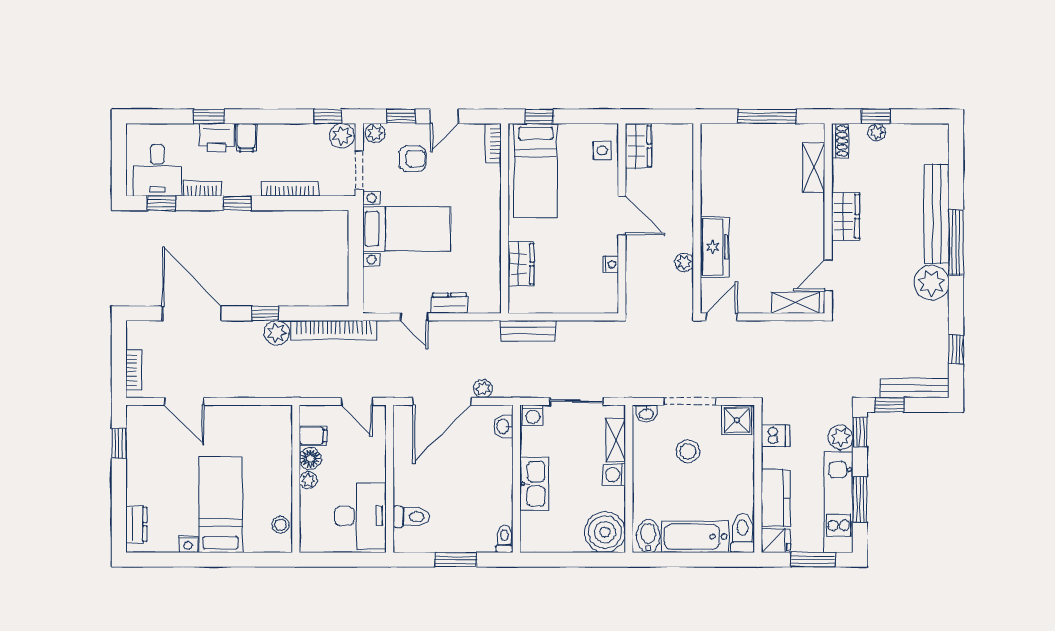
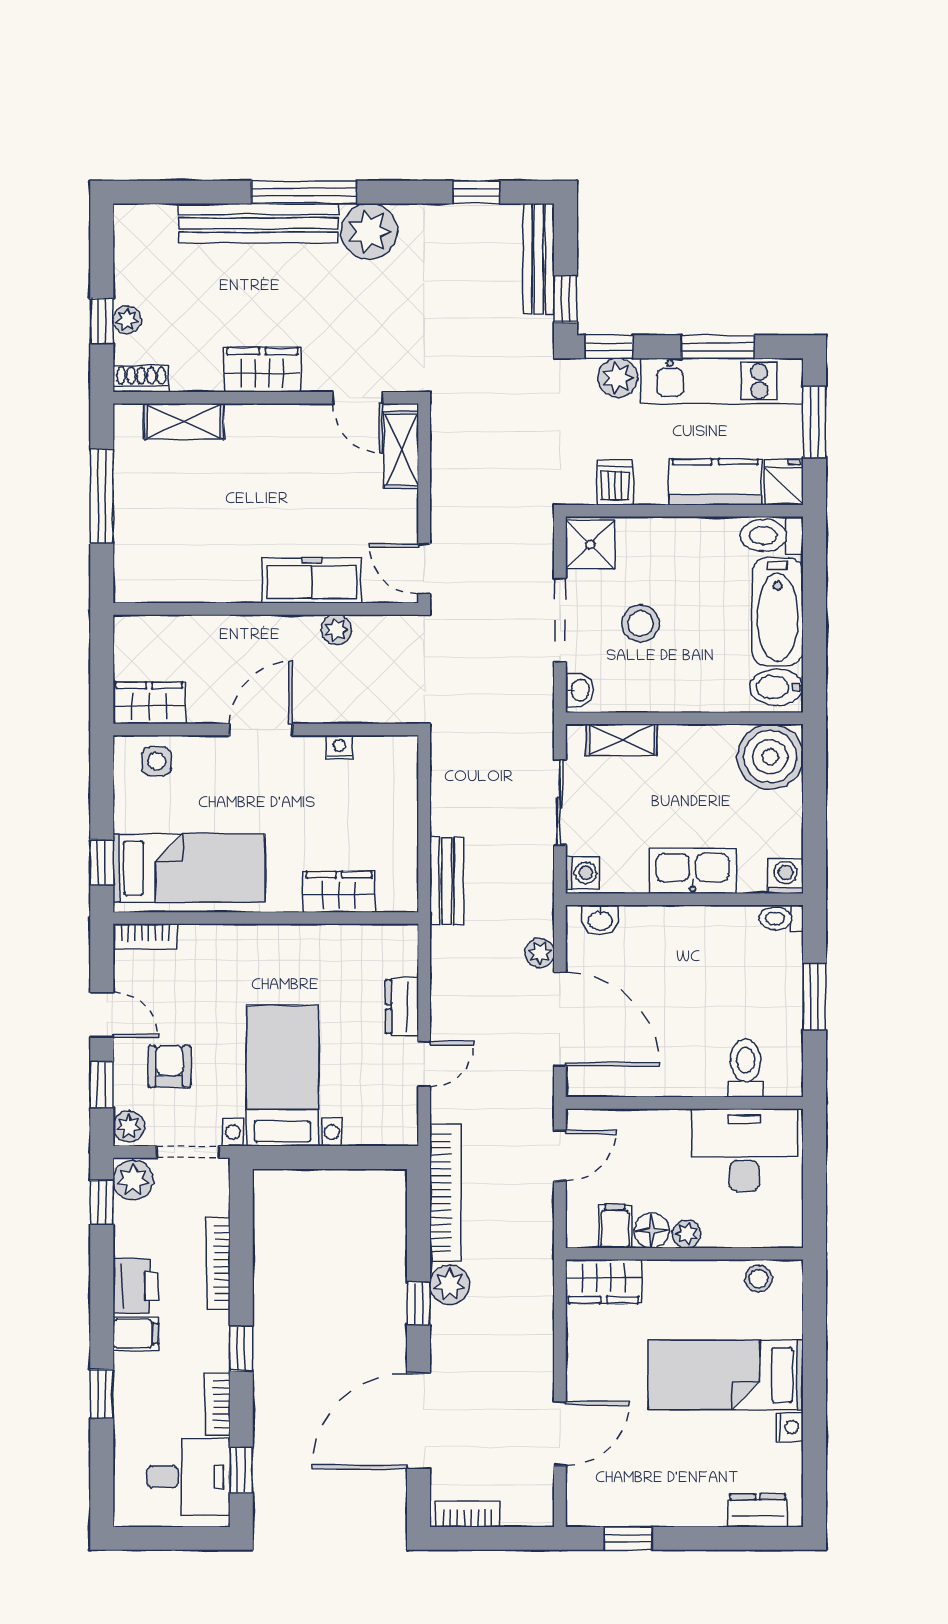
printer: (217, 138) -> (136, 1286), moved
bookcase: (134, 370) -> (468, 1514), moved
wardrobe: (279, 429) -> (604, 1281), added
washing machine: (614, 474) -> (786, 876), moved, turned 180

